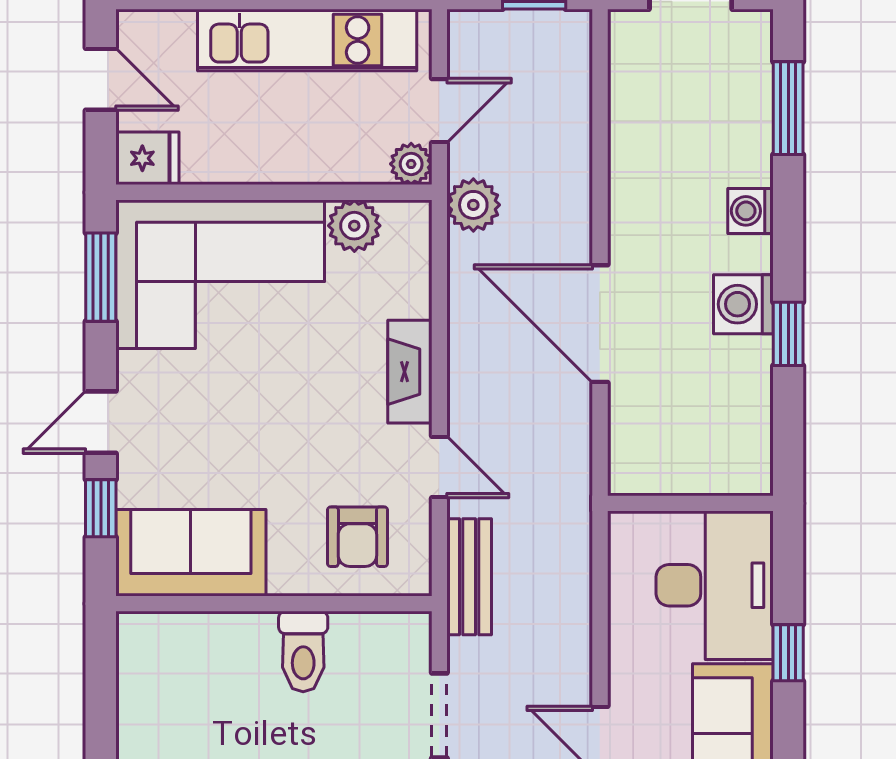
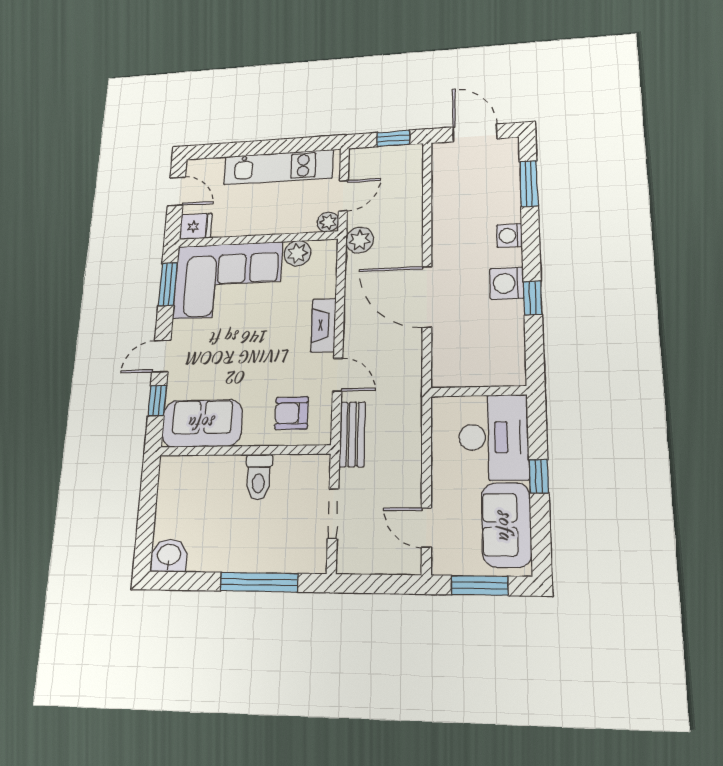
armchair: (357, 537) -> (292, 413), turned 90

